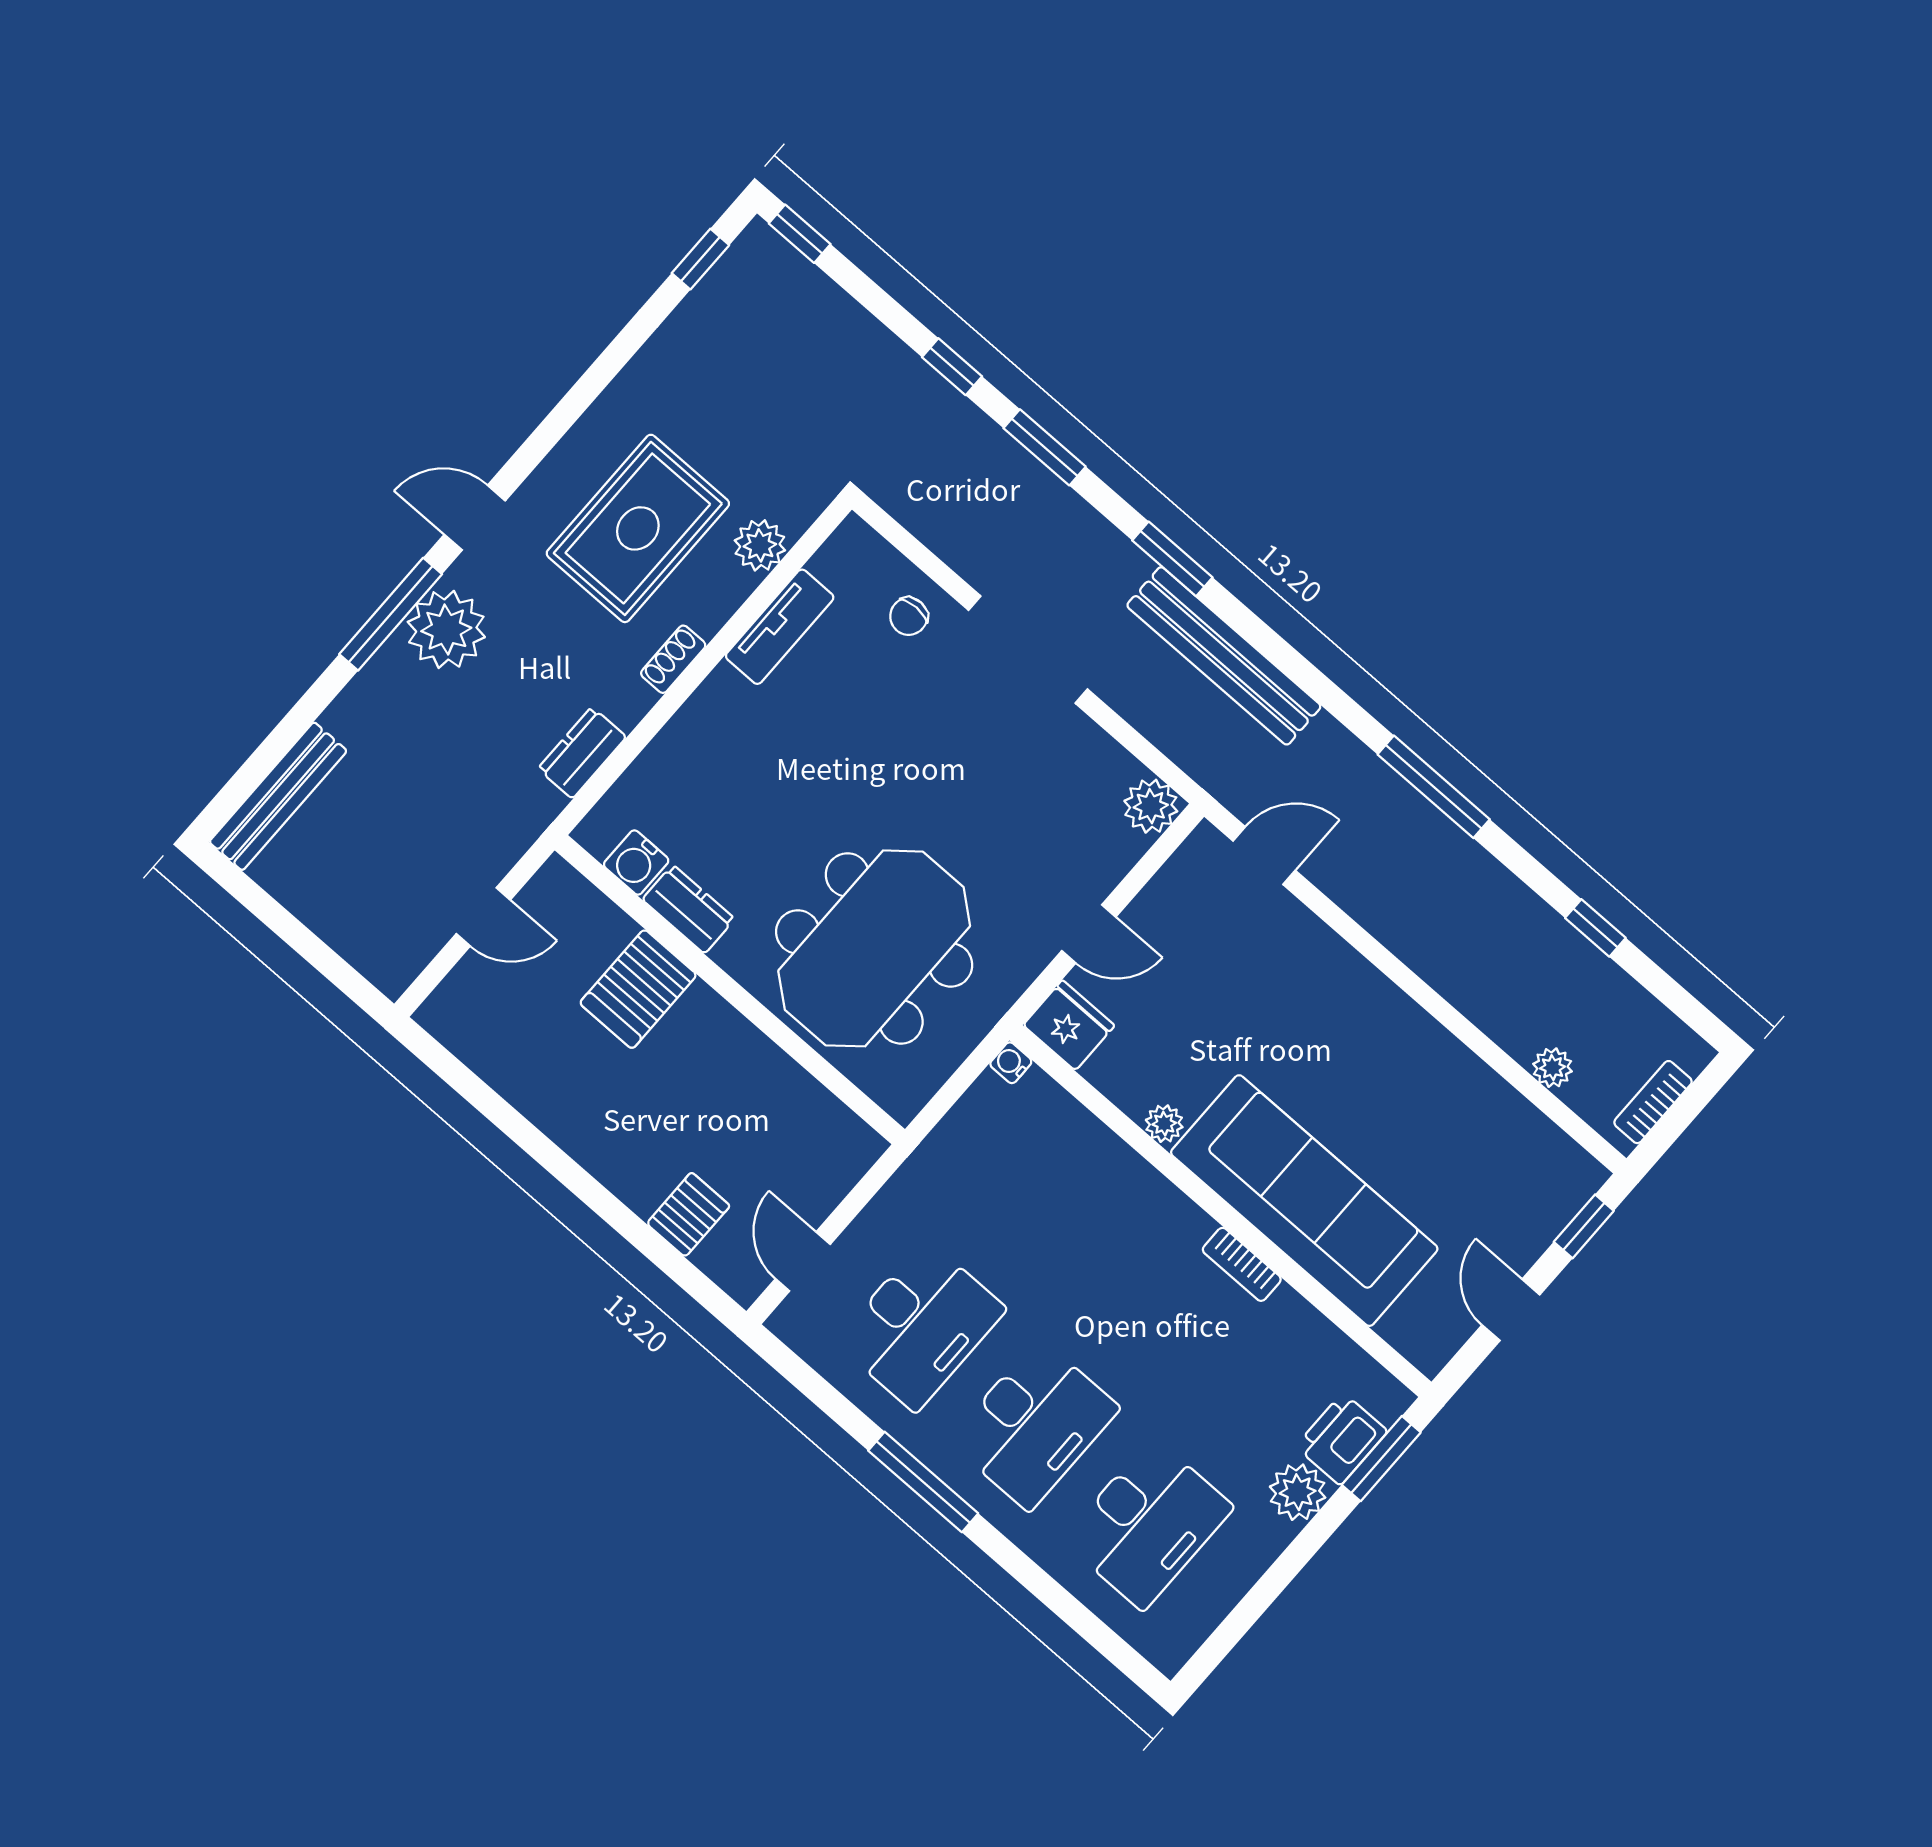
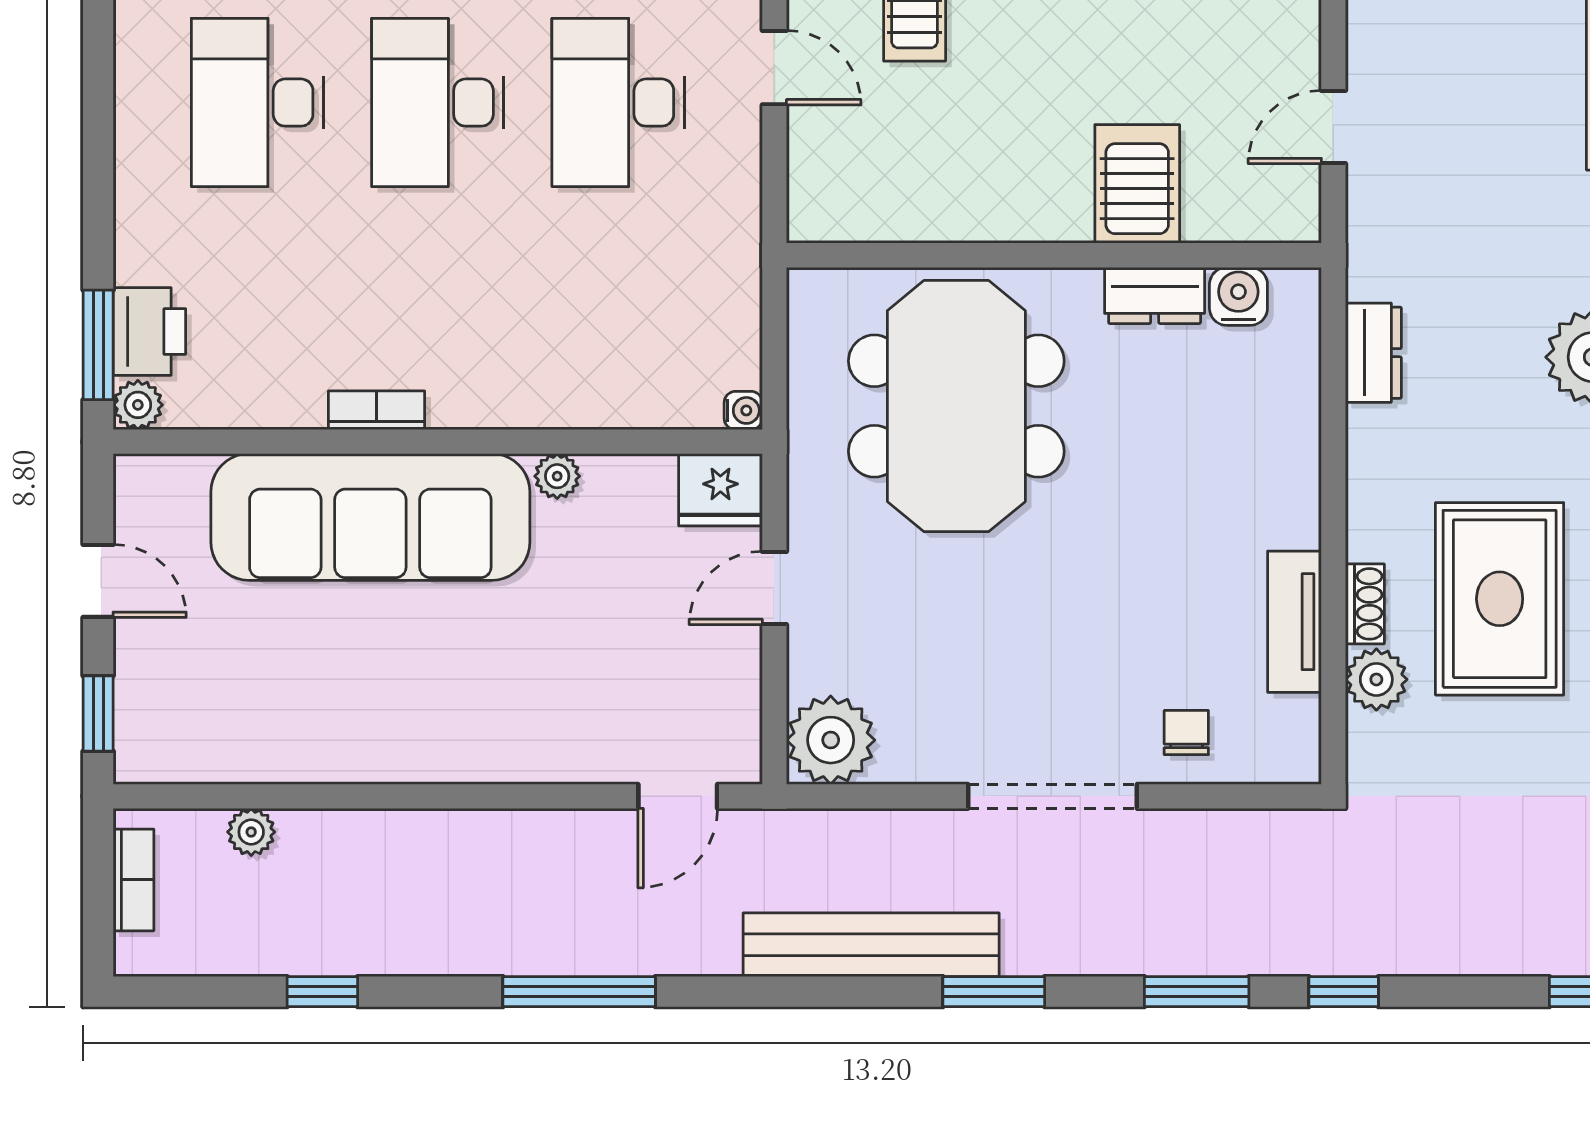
shoe rack: (673, 659) -> (1365, 604), moved
plant: (1151, 806) -> (831, 740), width x1.36, depth x1.36
plant: (1298, 1492) -> (138, 405), moved, width x0.73, depth x0.73

